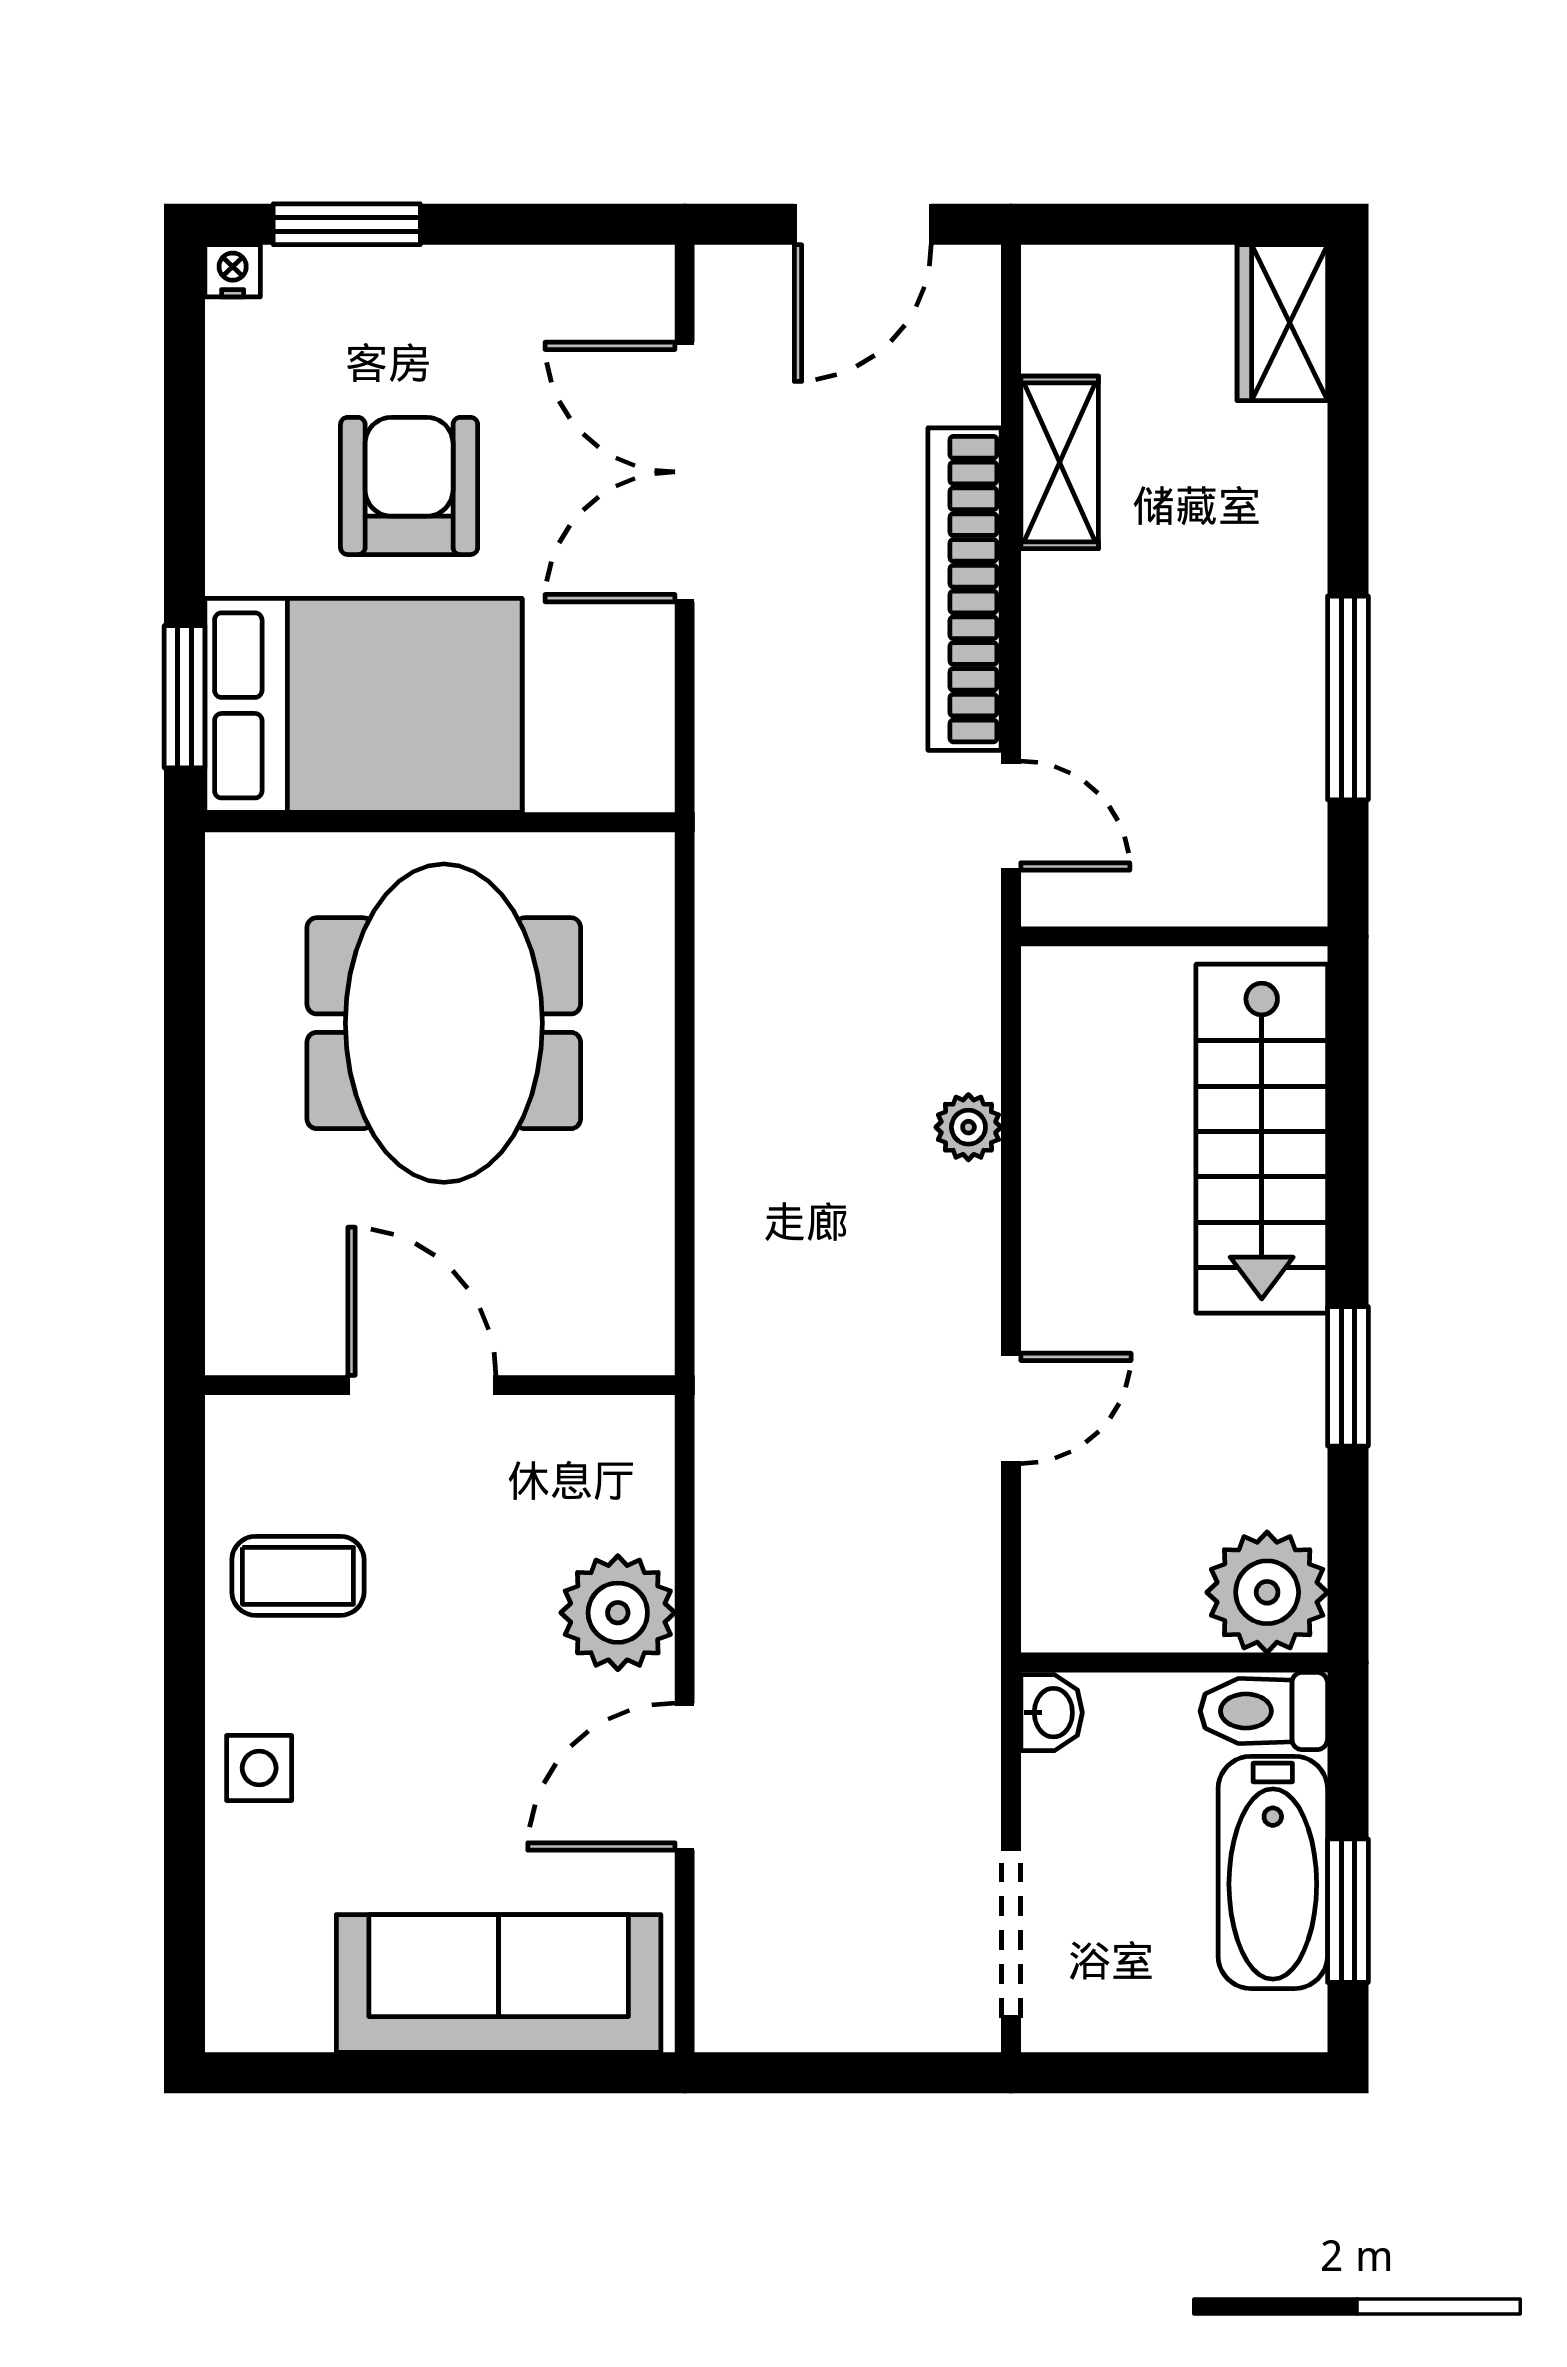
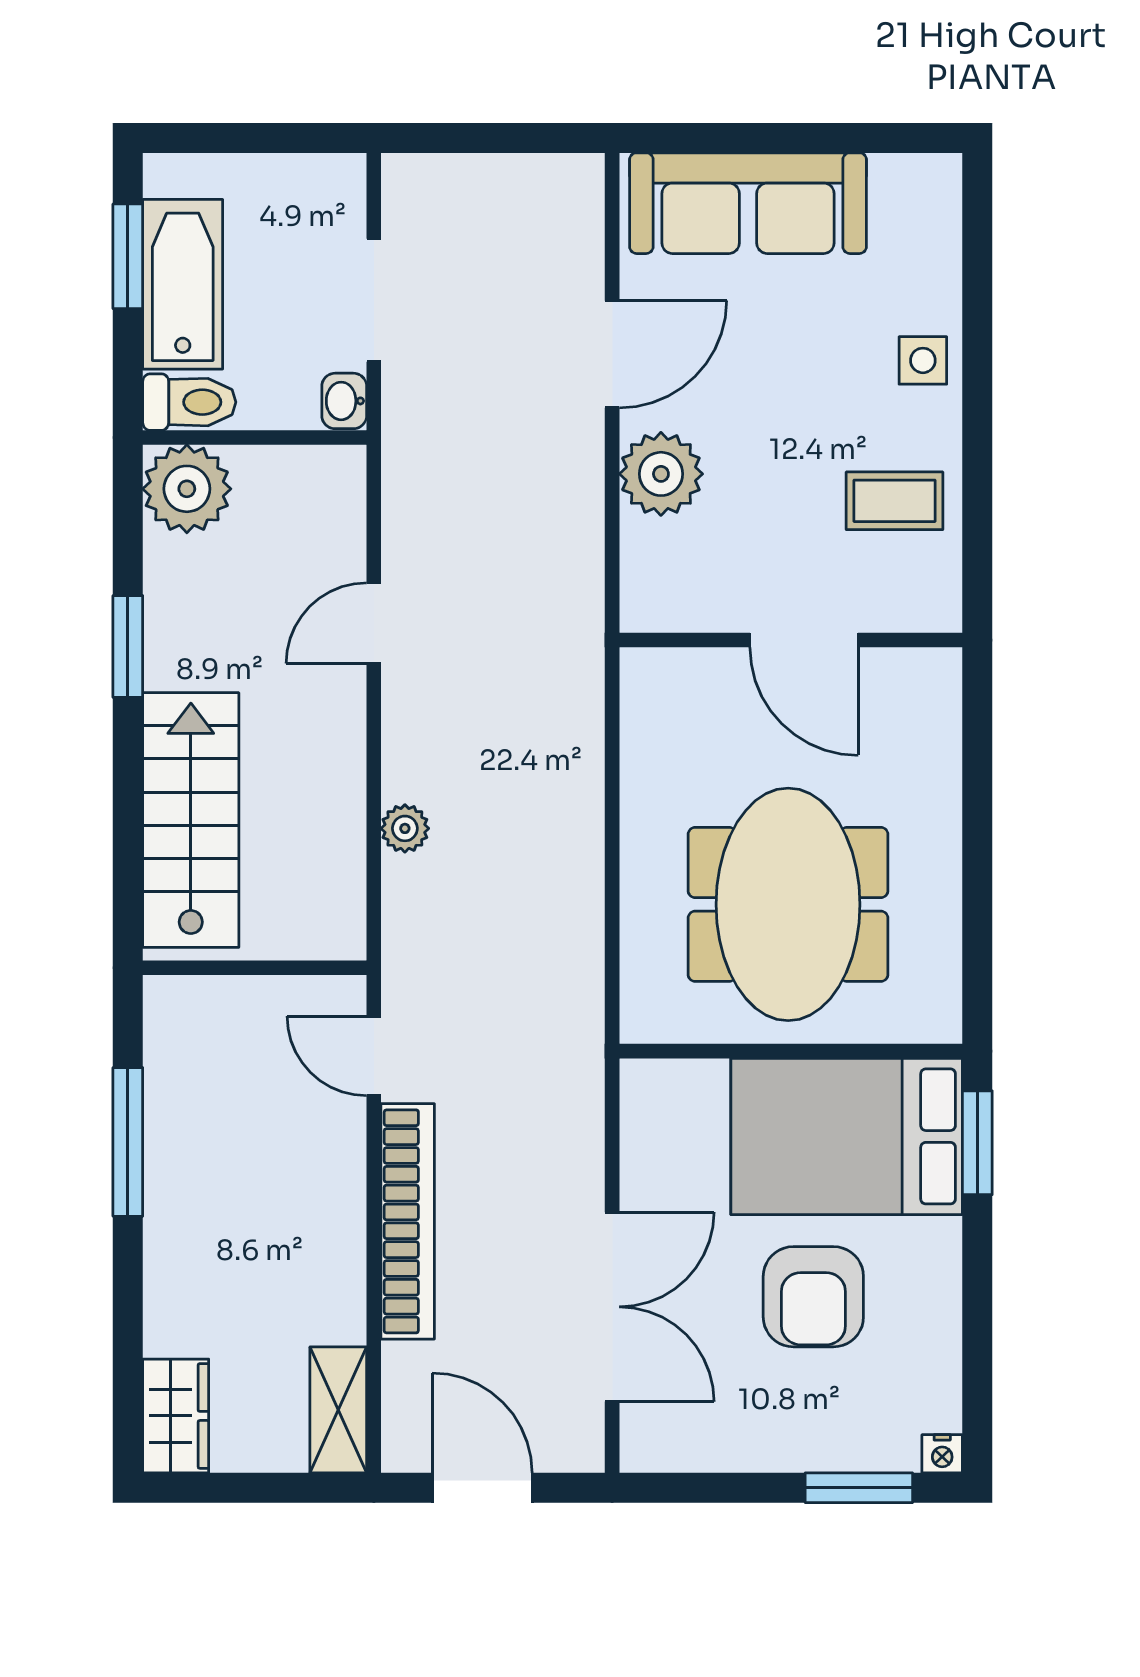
door: (863, 224) -> (482, 1488), hinge flipped
shelving: (1060, 462) -> (338, 1410), moved
doorway: (1011, 1933) -> (374, 300), moved

